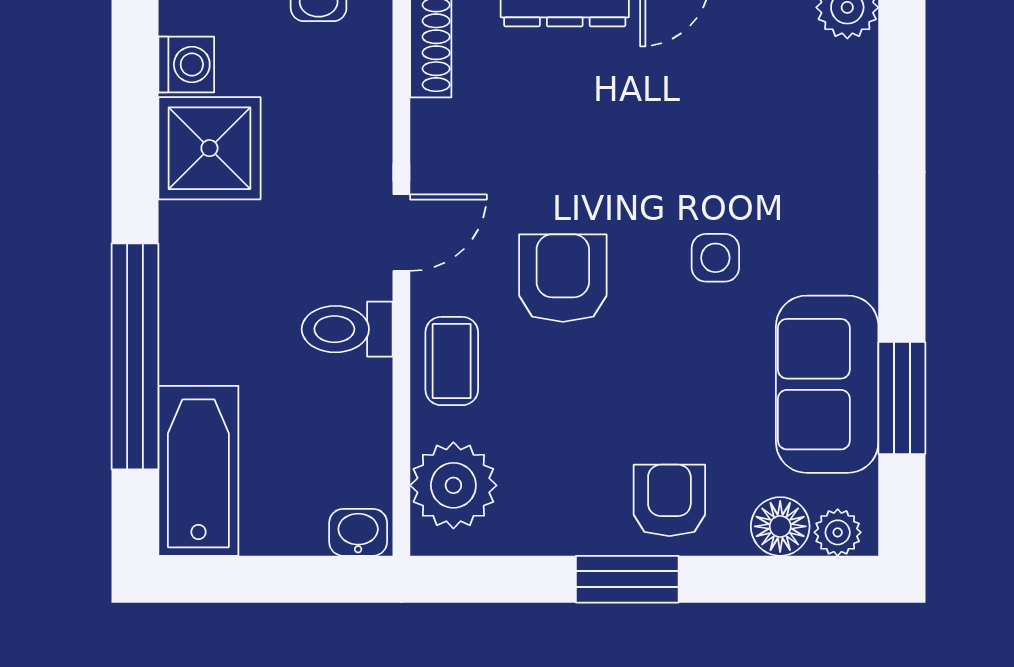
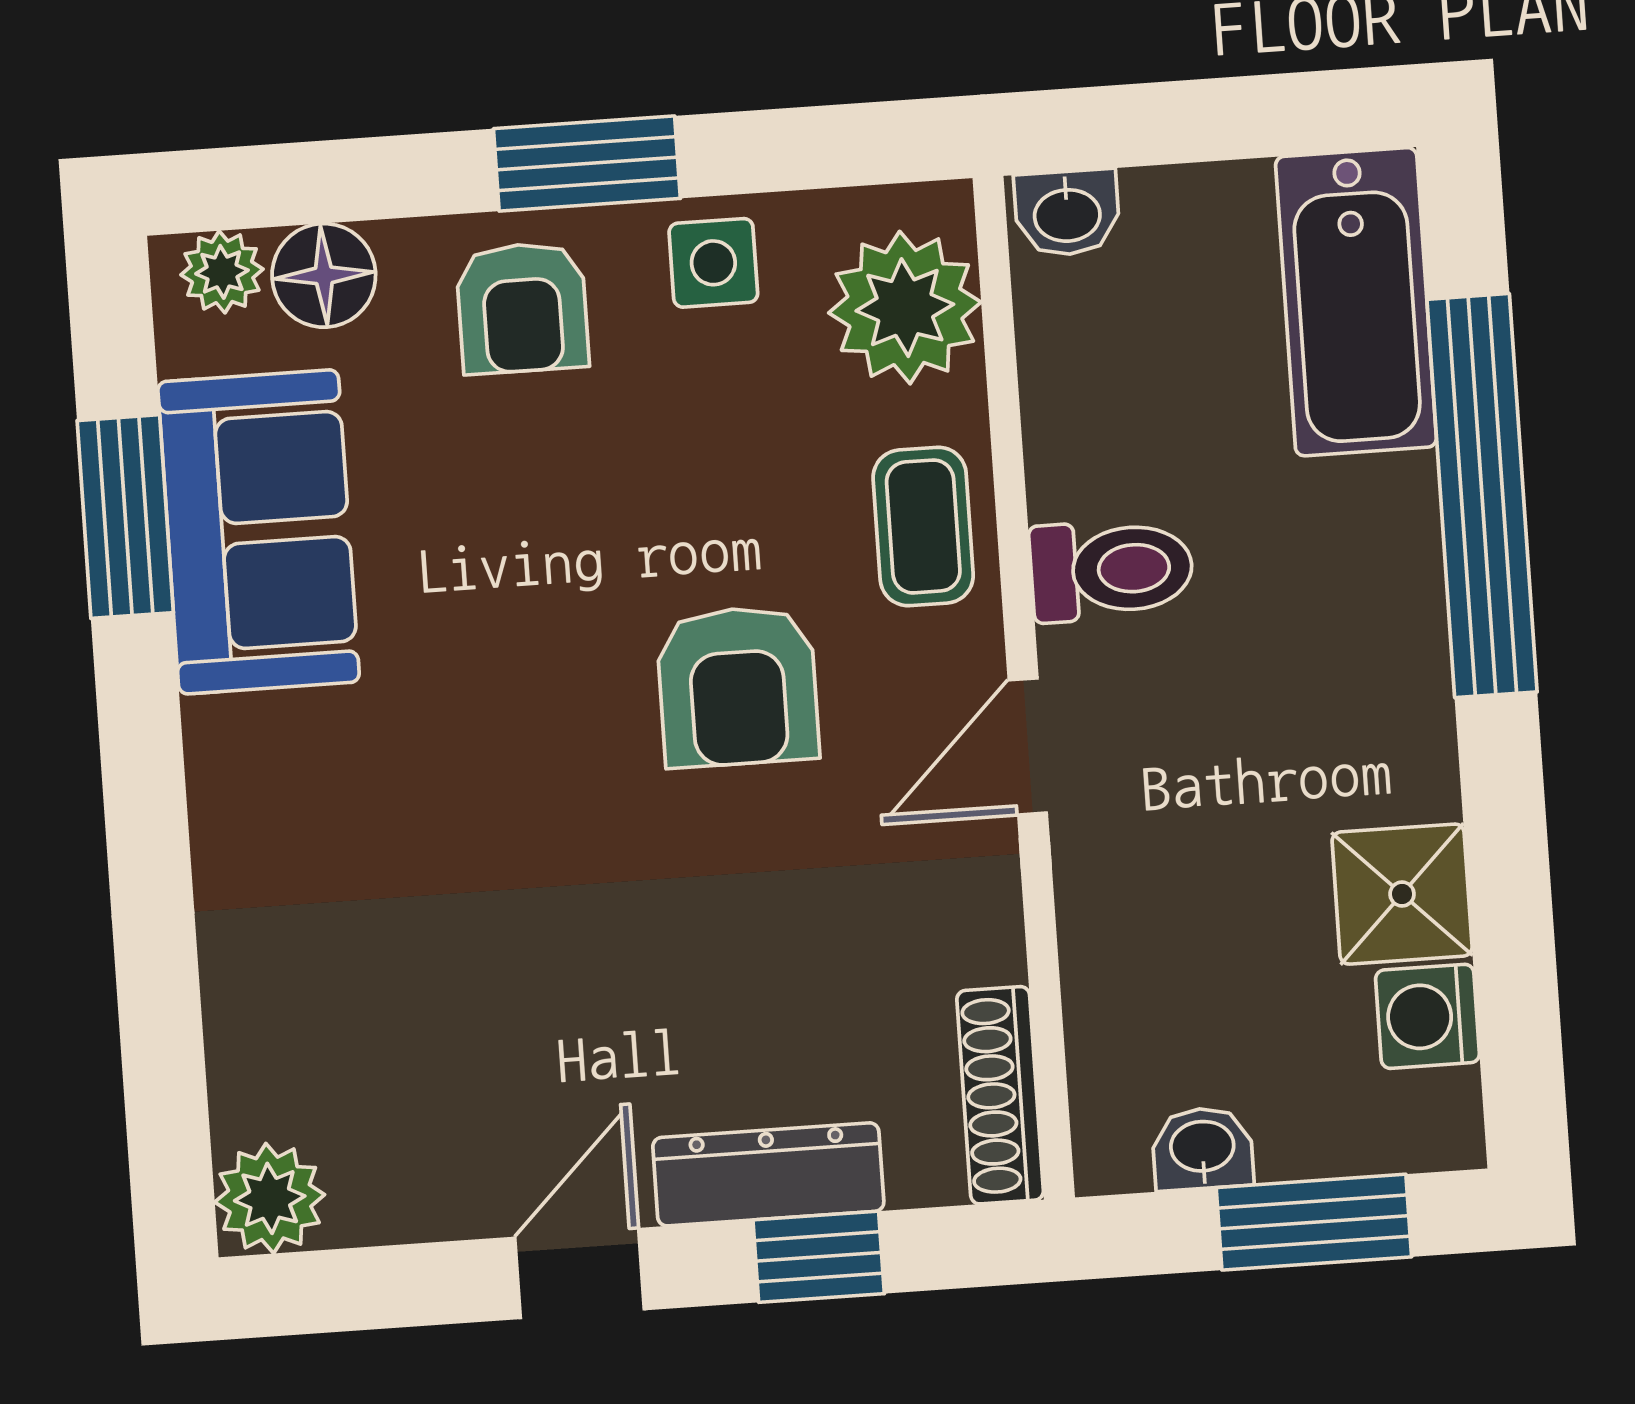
shower: (209, 148) -> (1402, 894), width x0.73, depth x0.73
side table: (715, 258) -> (713, 263), moved

